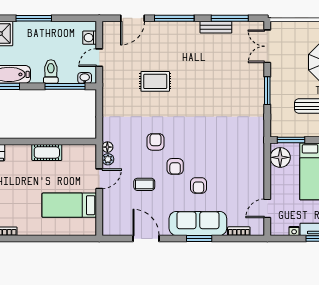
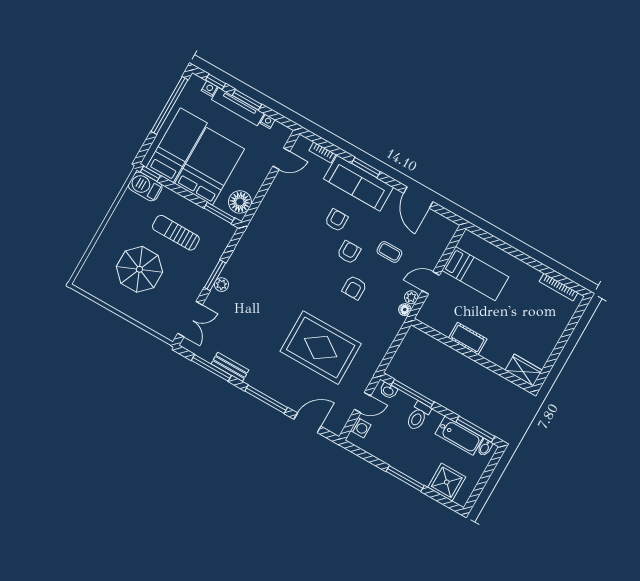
rug: (155, 81) -> (321, 348), width x1.86, depth x2.06
plant: (258, 86) -> (221, 285), added

